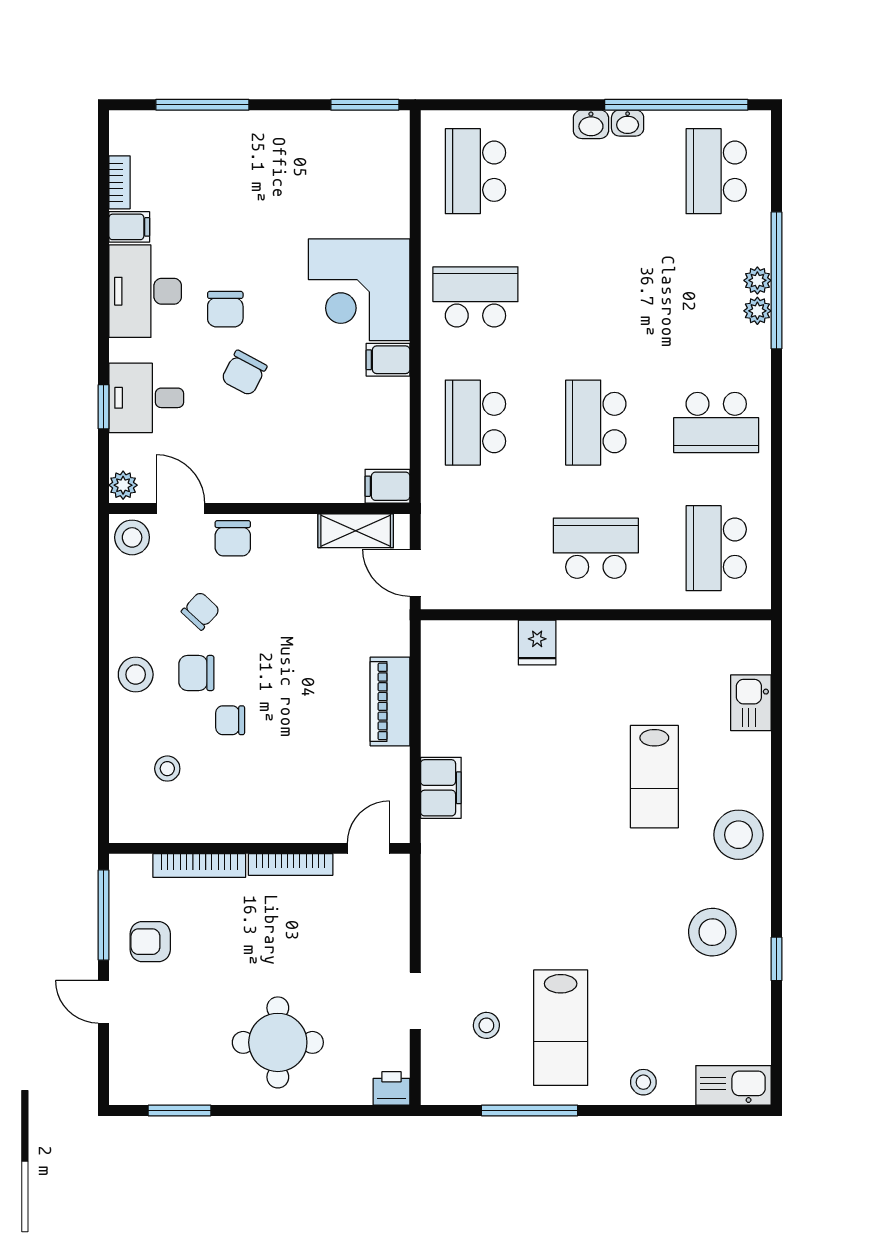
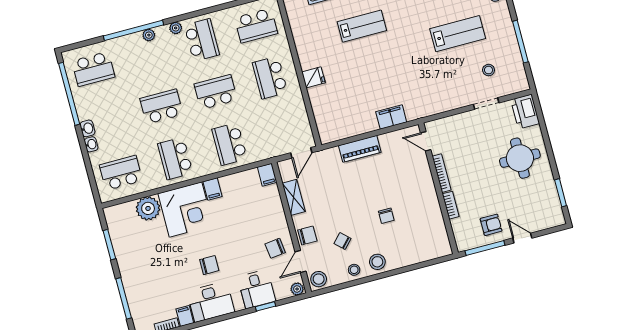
window: (365, 105) -> (109, 245), moved
washbasin: (628, 123) -> (91, 144), moved
school desk: (475, 171) -> (121, 173), turned 180
plant: (383, 209) -> (148, 208), added
plant: (757, 280) -> (176, 28), moved
school desk: (596, 297) -> (161, 106), added
chair: (244, 373) -> (275, 248), moved, turned 145
school desk: (475, 423) -> (229, 144), turned 90
school desk: (596, 423) -> (216, 92), turned 180
shelving: (356, 531) -> (294, 197), moved
fridge: (537, 642) -> (313, 77), moved
chair: (196, 673) -> (370, 236), removed
stool: (167, 769) -> (354, 270), moved
bookcase: (199, 866) -> (451, 205), width x0.64
armchair: (150, 942) -> (491, 225), turned -90
door: (104, 1002) -> (522, 238), swing flipped
lab bench: (561, 1028) -> (458, 34), moved
printer: (391, 1088) -> (525, 112), width x1.87, depth x1.48

